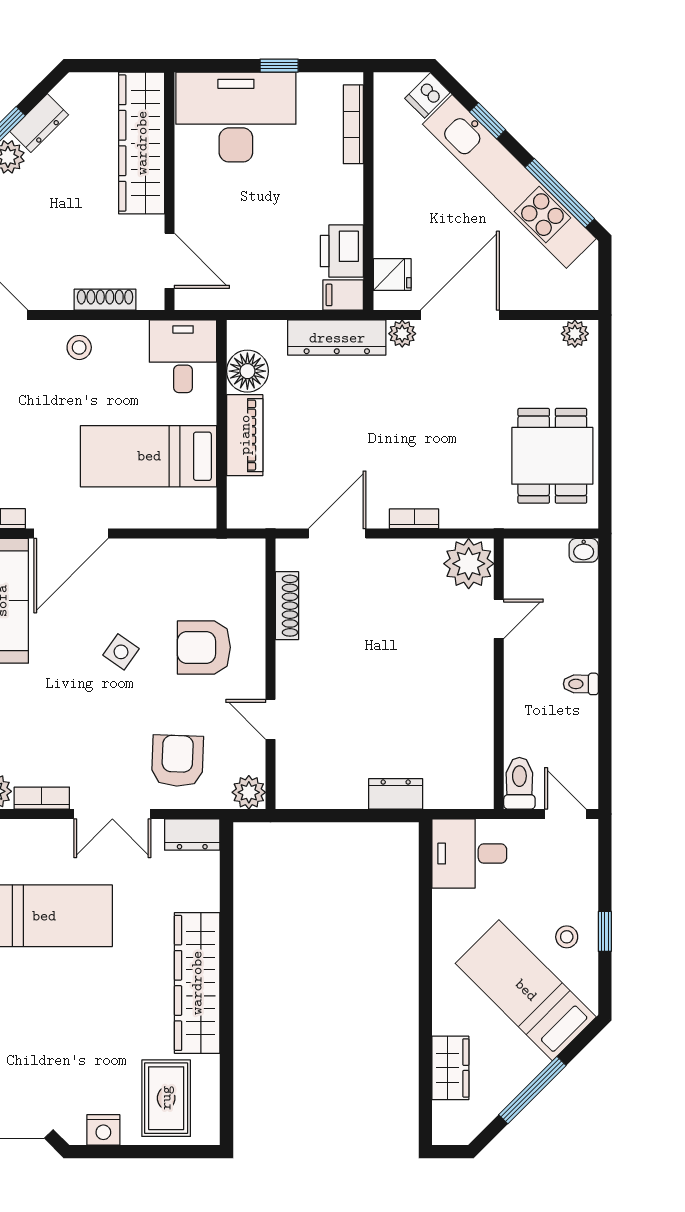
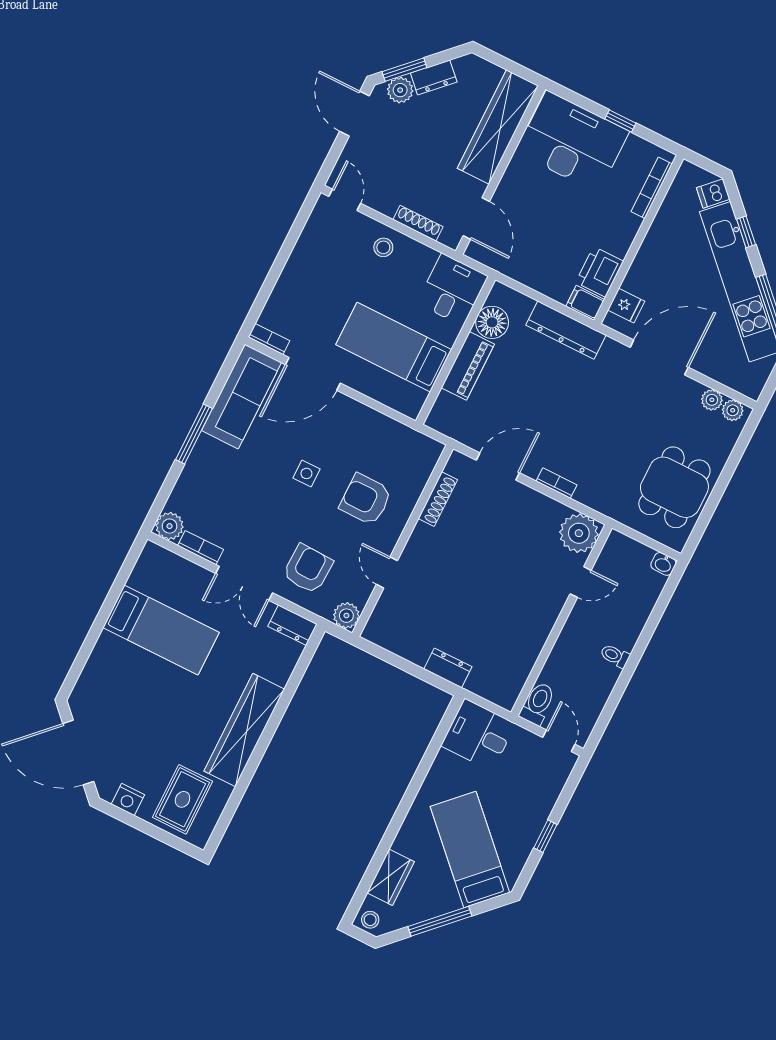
plant: (402, 334) -> (712, 400), moved
side table: (121, 652) -> (306, 473), turned -35
stool: (567, 937) -> (370, 920), moved

